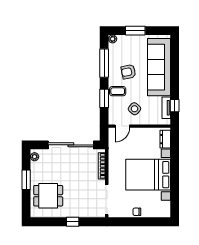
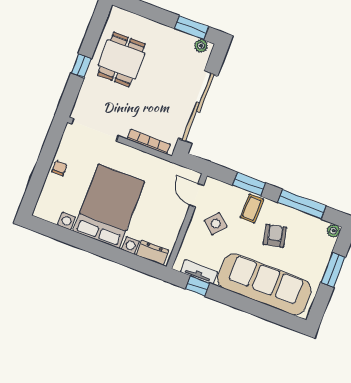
window: (26, 180) -> (191, 28), moved
dining table: (48, 196) -> (121, 59), moved

